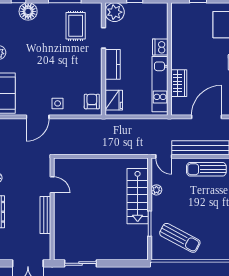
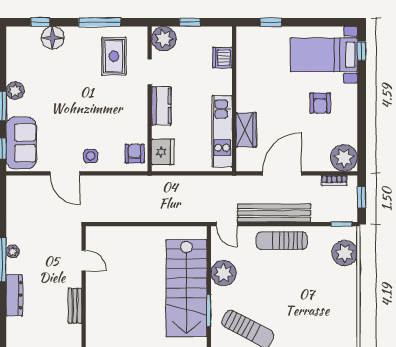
dishwasher: (160, 47) -> (222, 58), moved
door: (38, 117) -> (65, 173), hinge flipped
plant: (156, 190) -> (223, 273), width x1.87, depth x1.87
stairs: (138, 196) -> (186, 288), width x1.36, depth x1.51
bench: (45, 215) -> (75, 306), width x0.73

